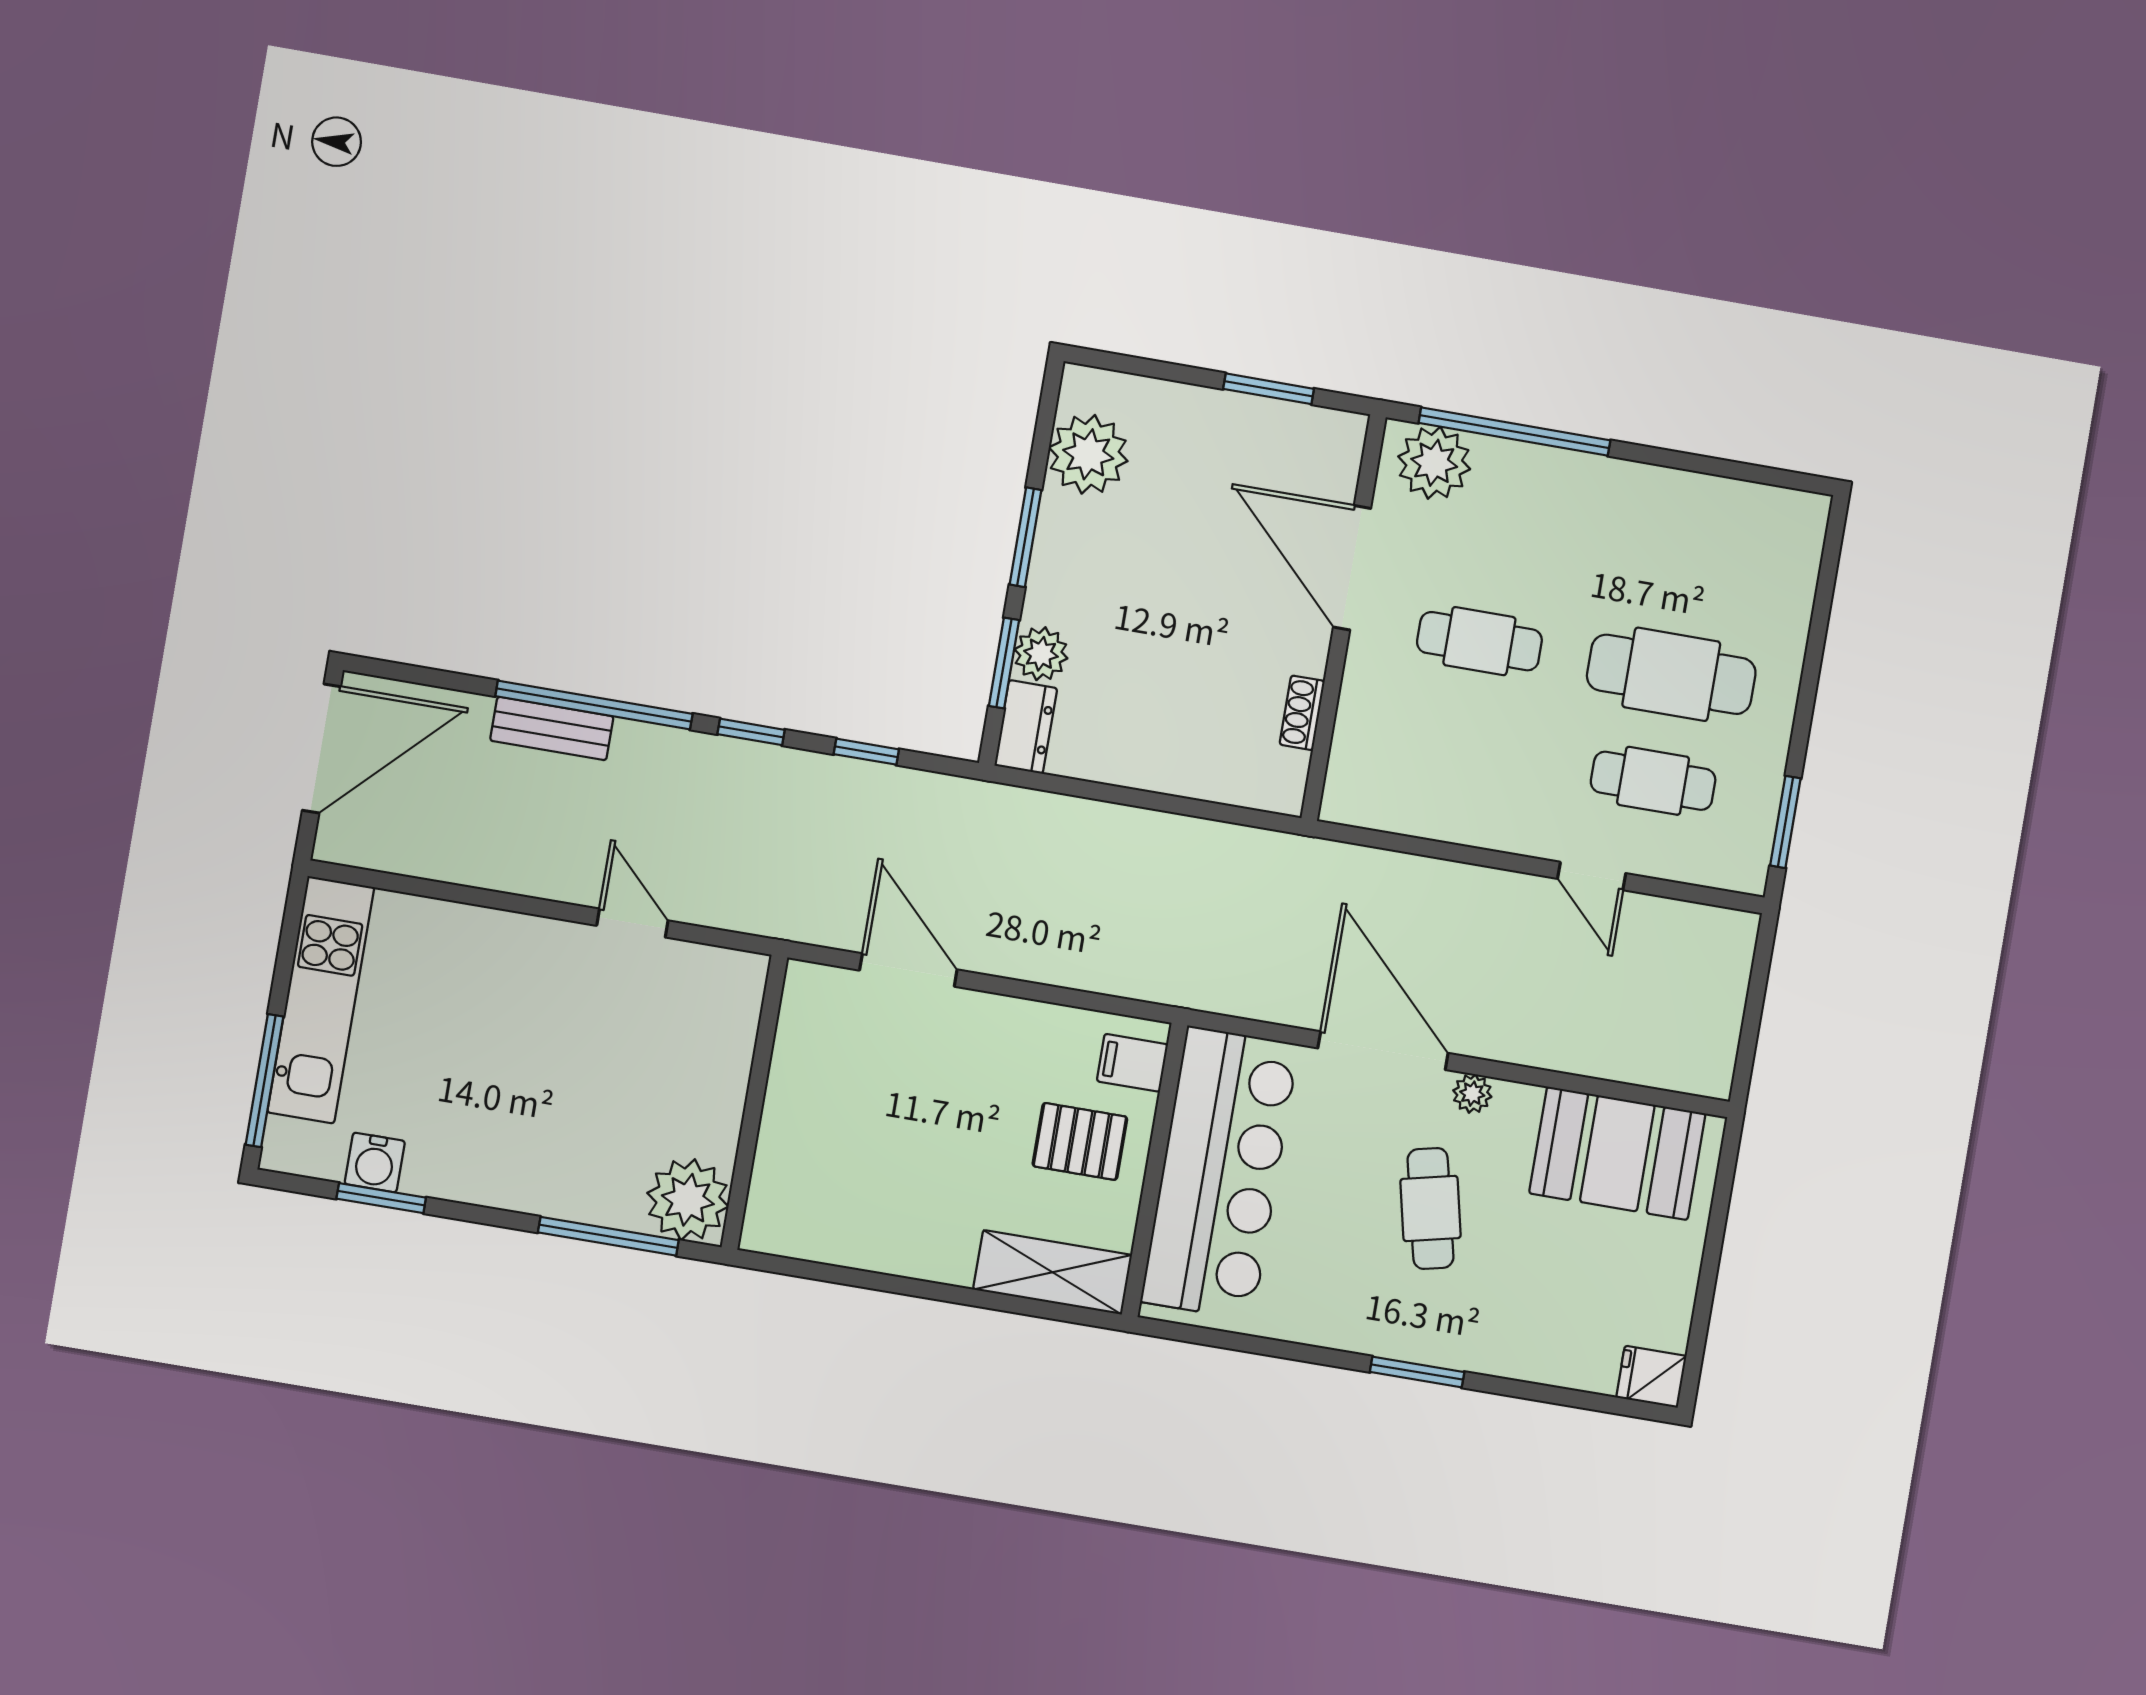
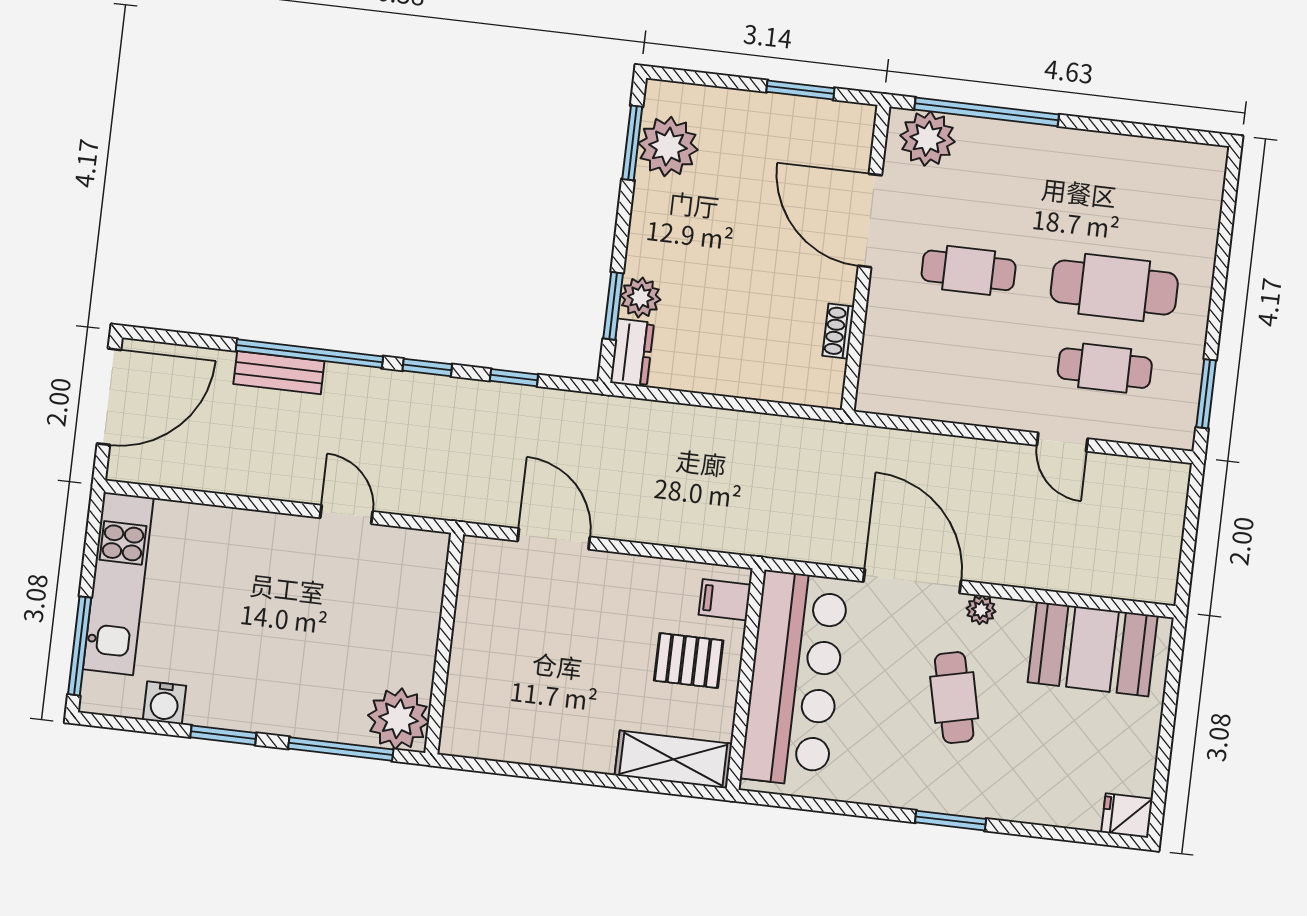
window: (1026, 537) -> (632, 143), moved
window: (381, 1198) -> (223, 735), moved

